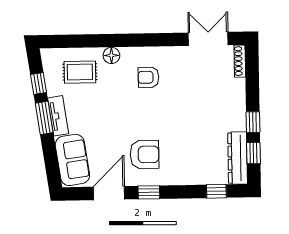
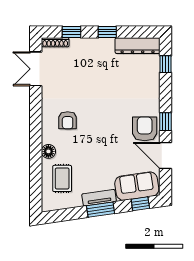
window: (39, 83) -> (140, 204), moved
window: (254, 153) -> (72, 32), moved
armchair: (145, 154) -> (145, 129), moved

